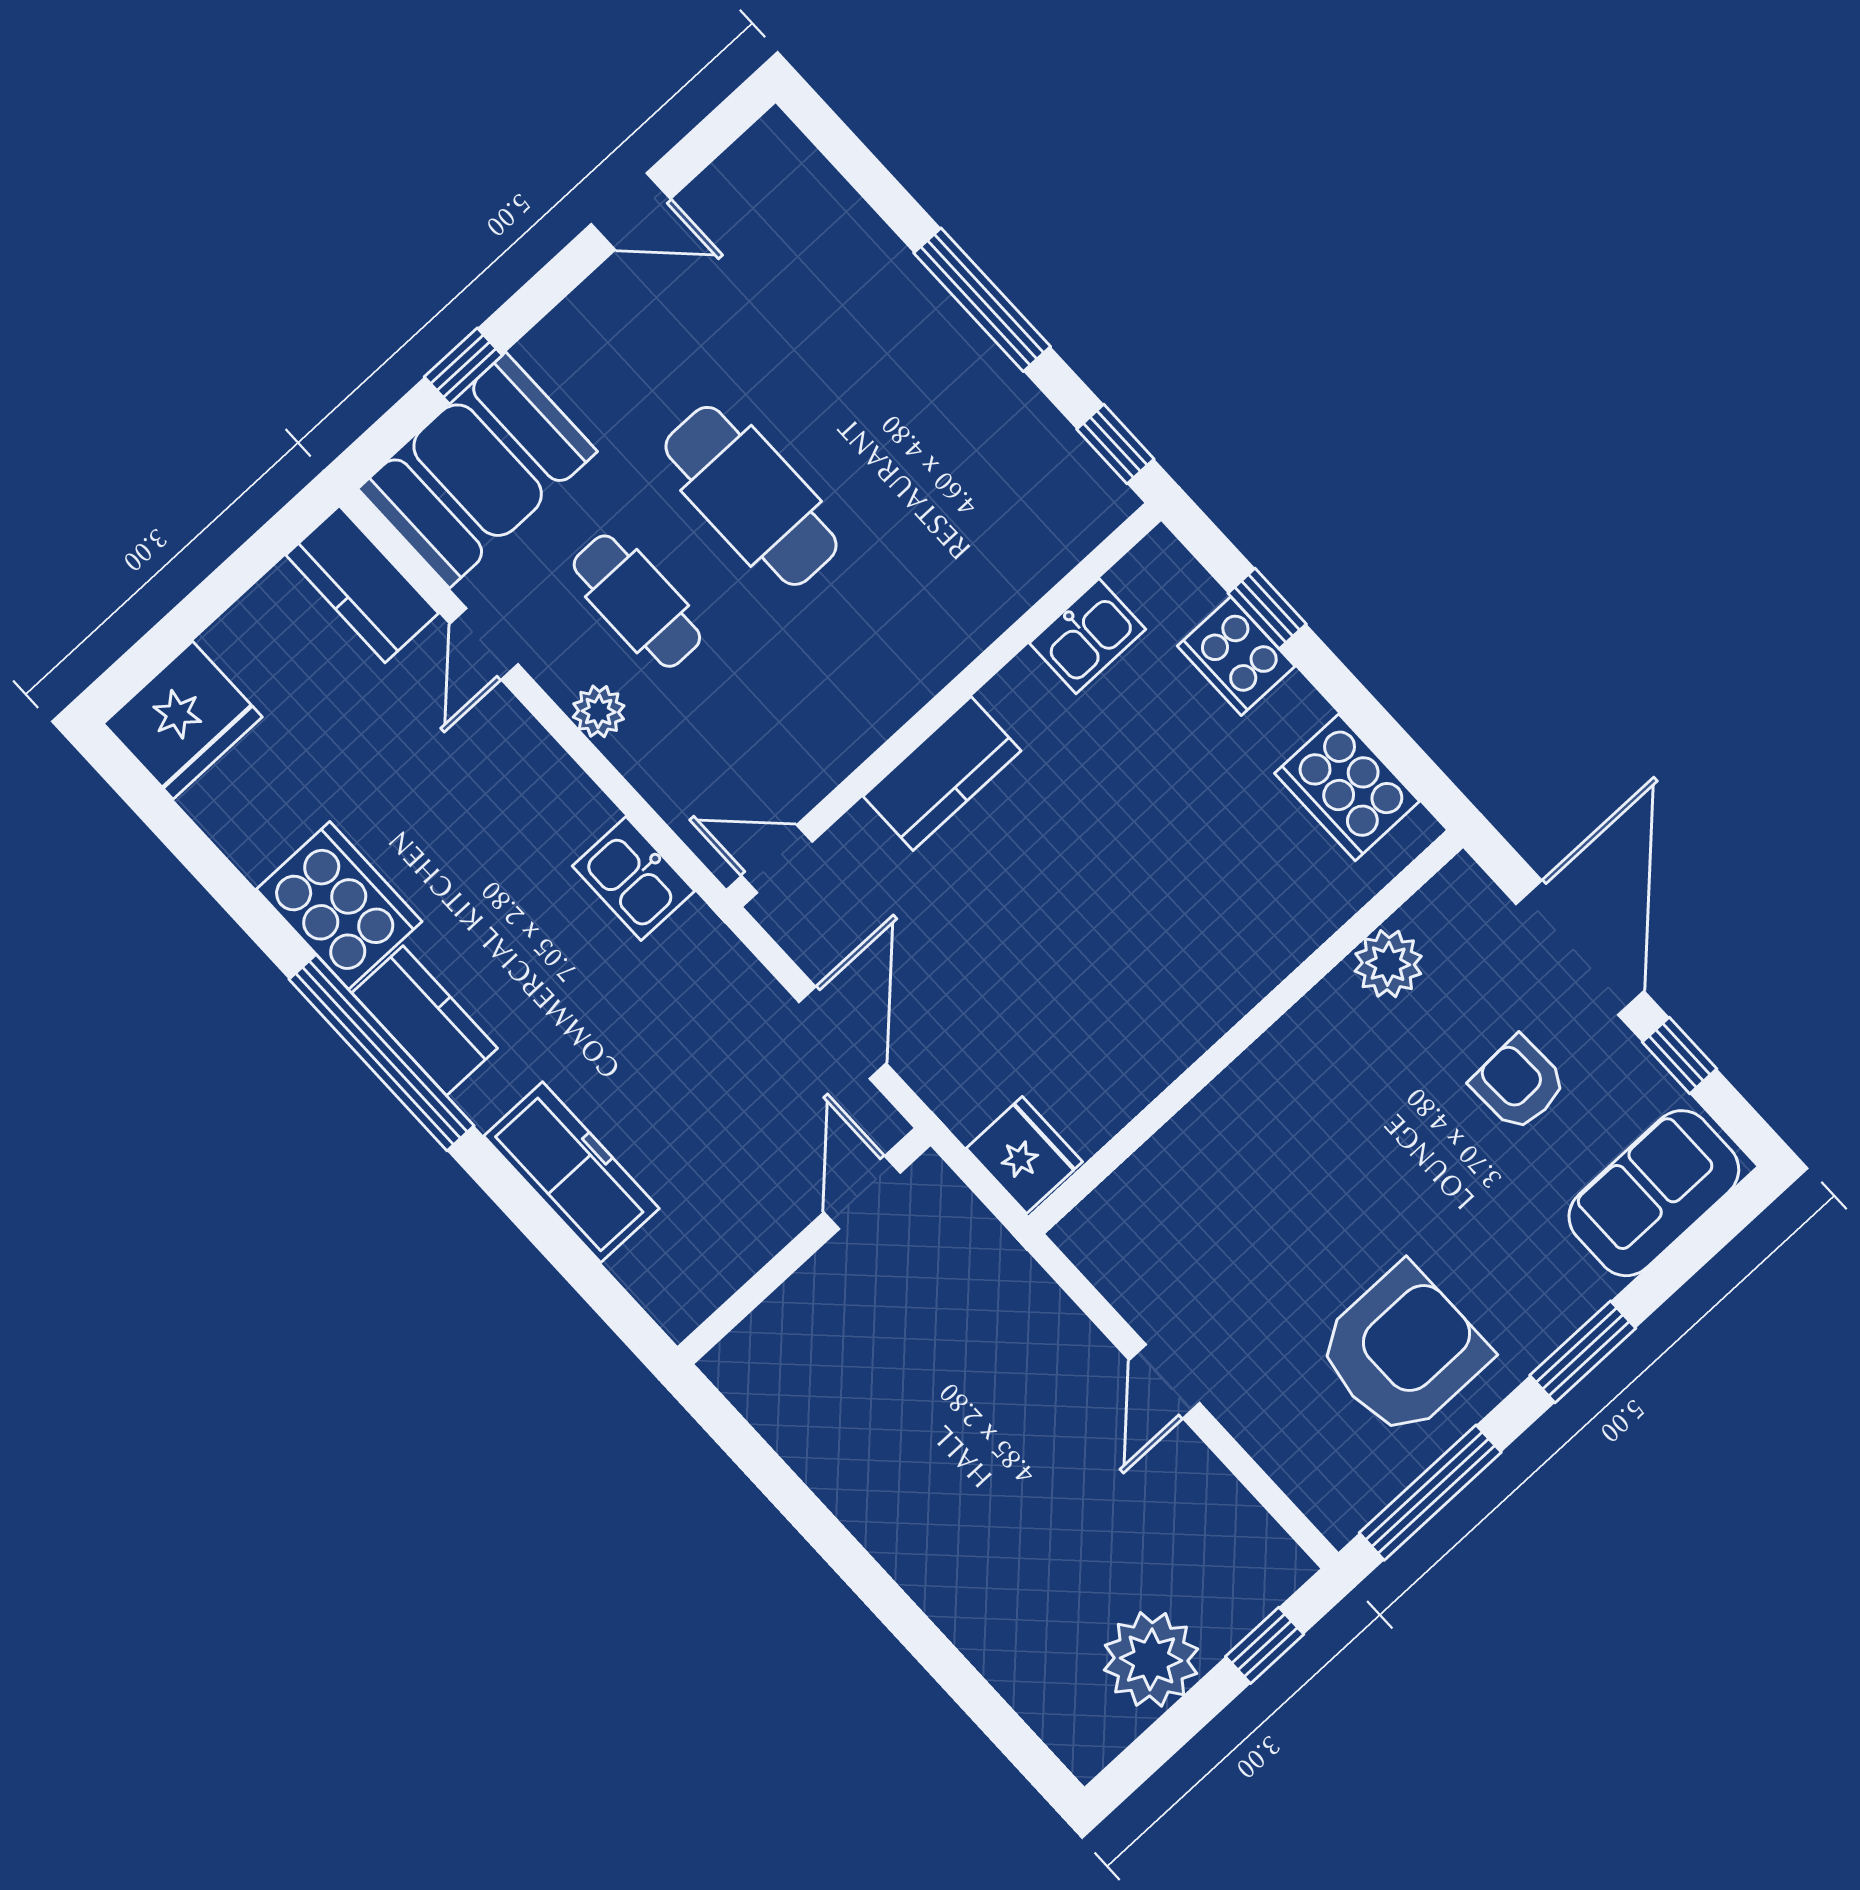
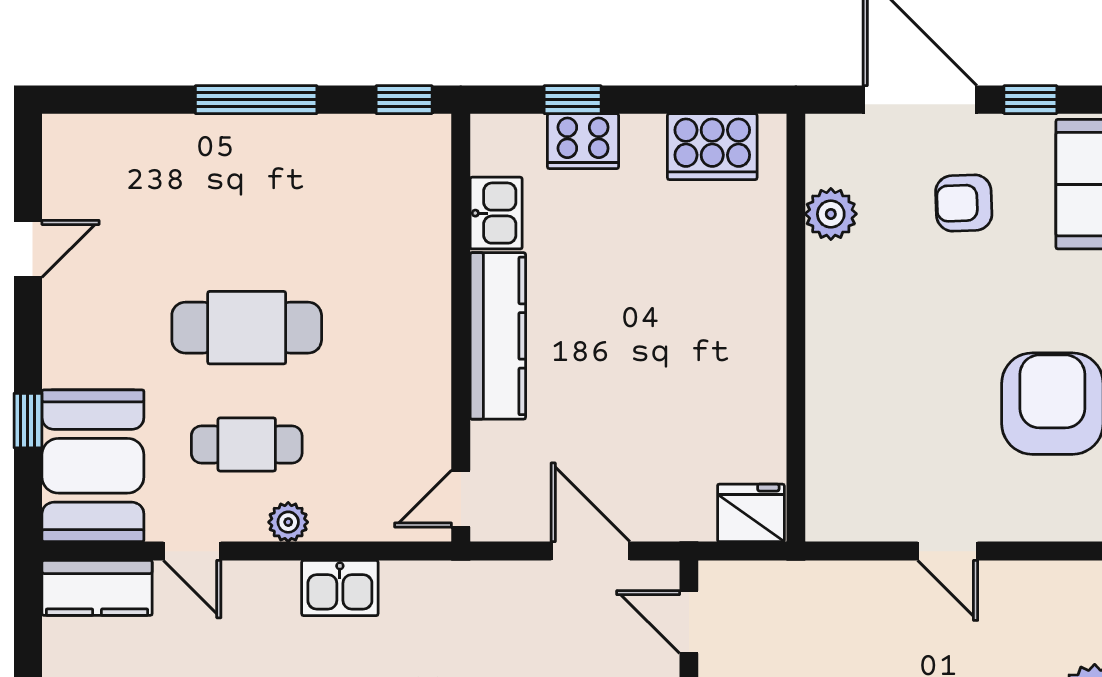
kitchen counter: (942, 773) -> (498, 336), width x1.50
kitchen sink: (634, 879) -> (340, 588), moved

